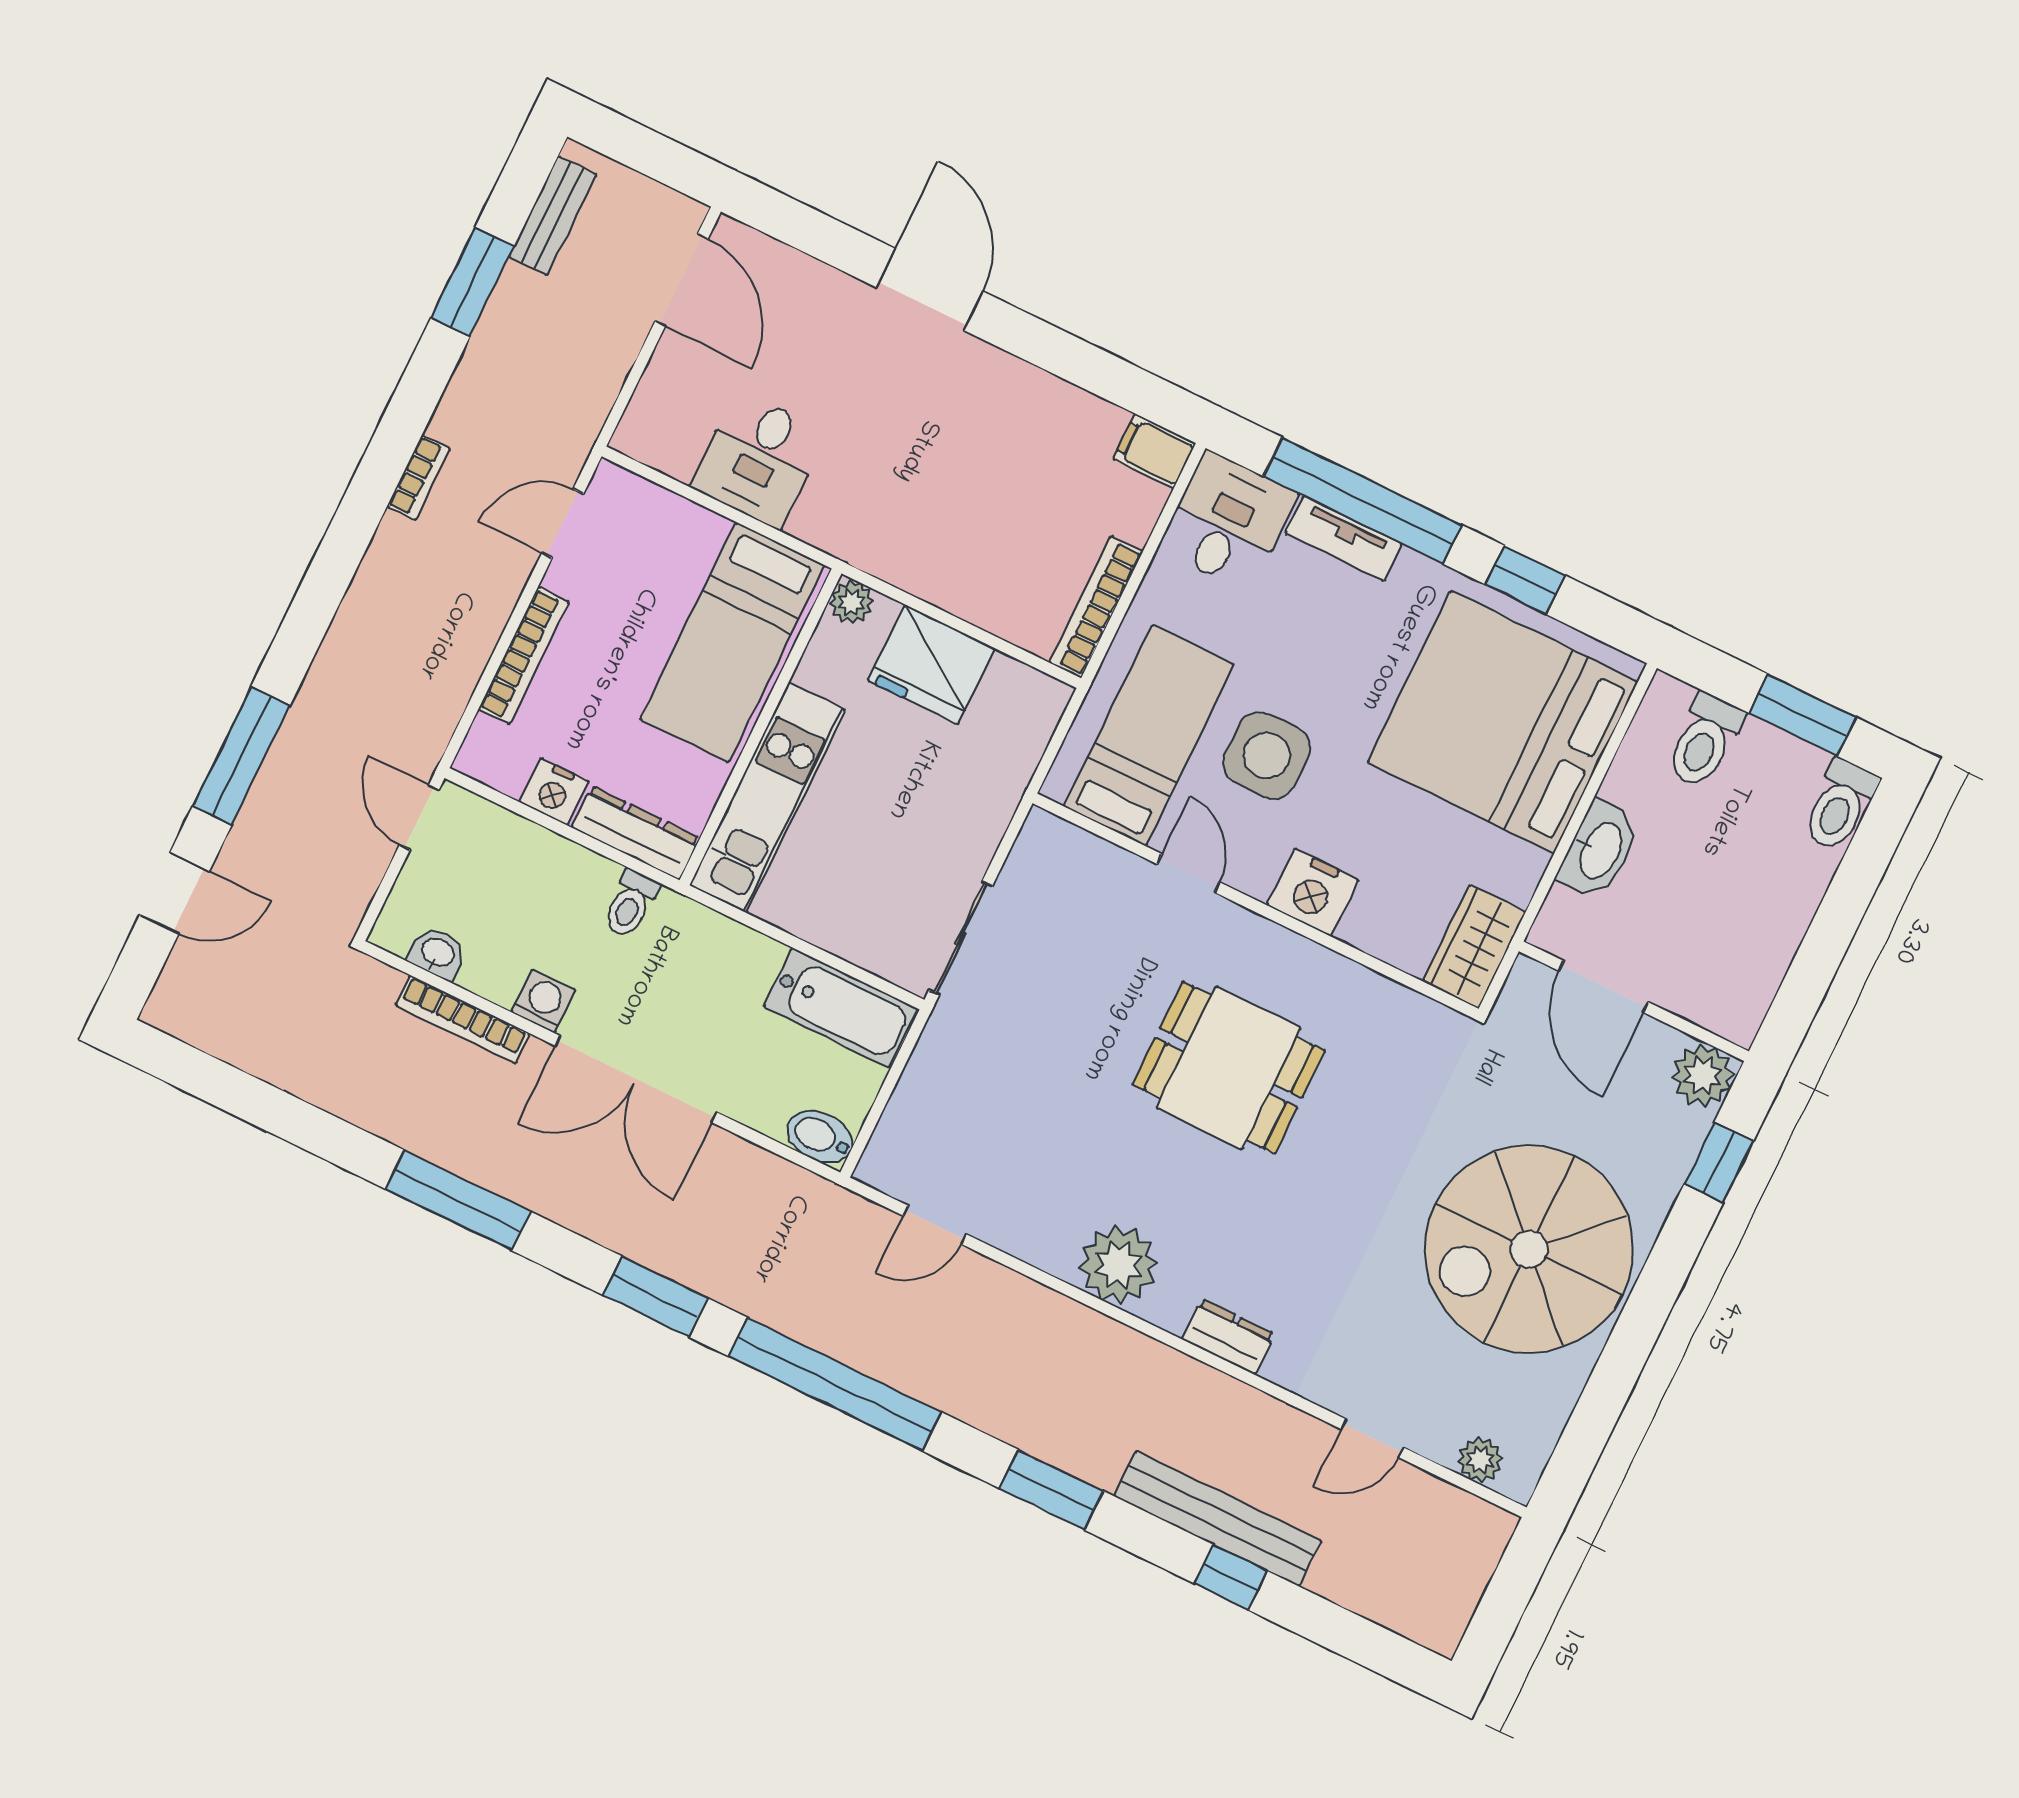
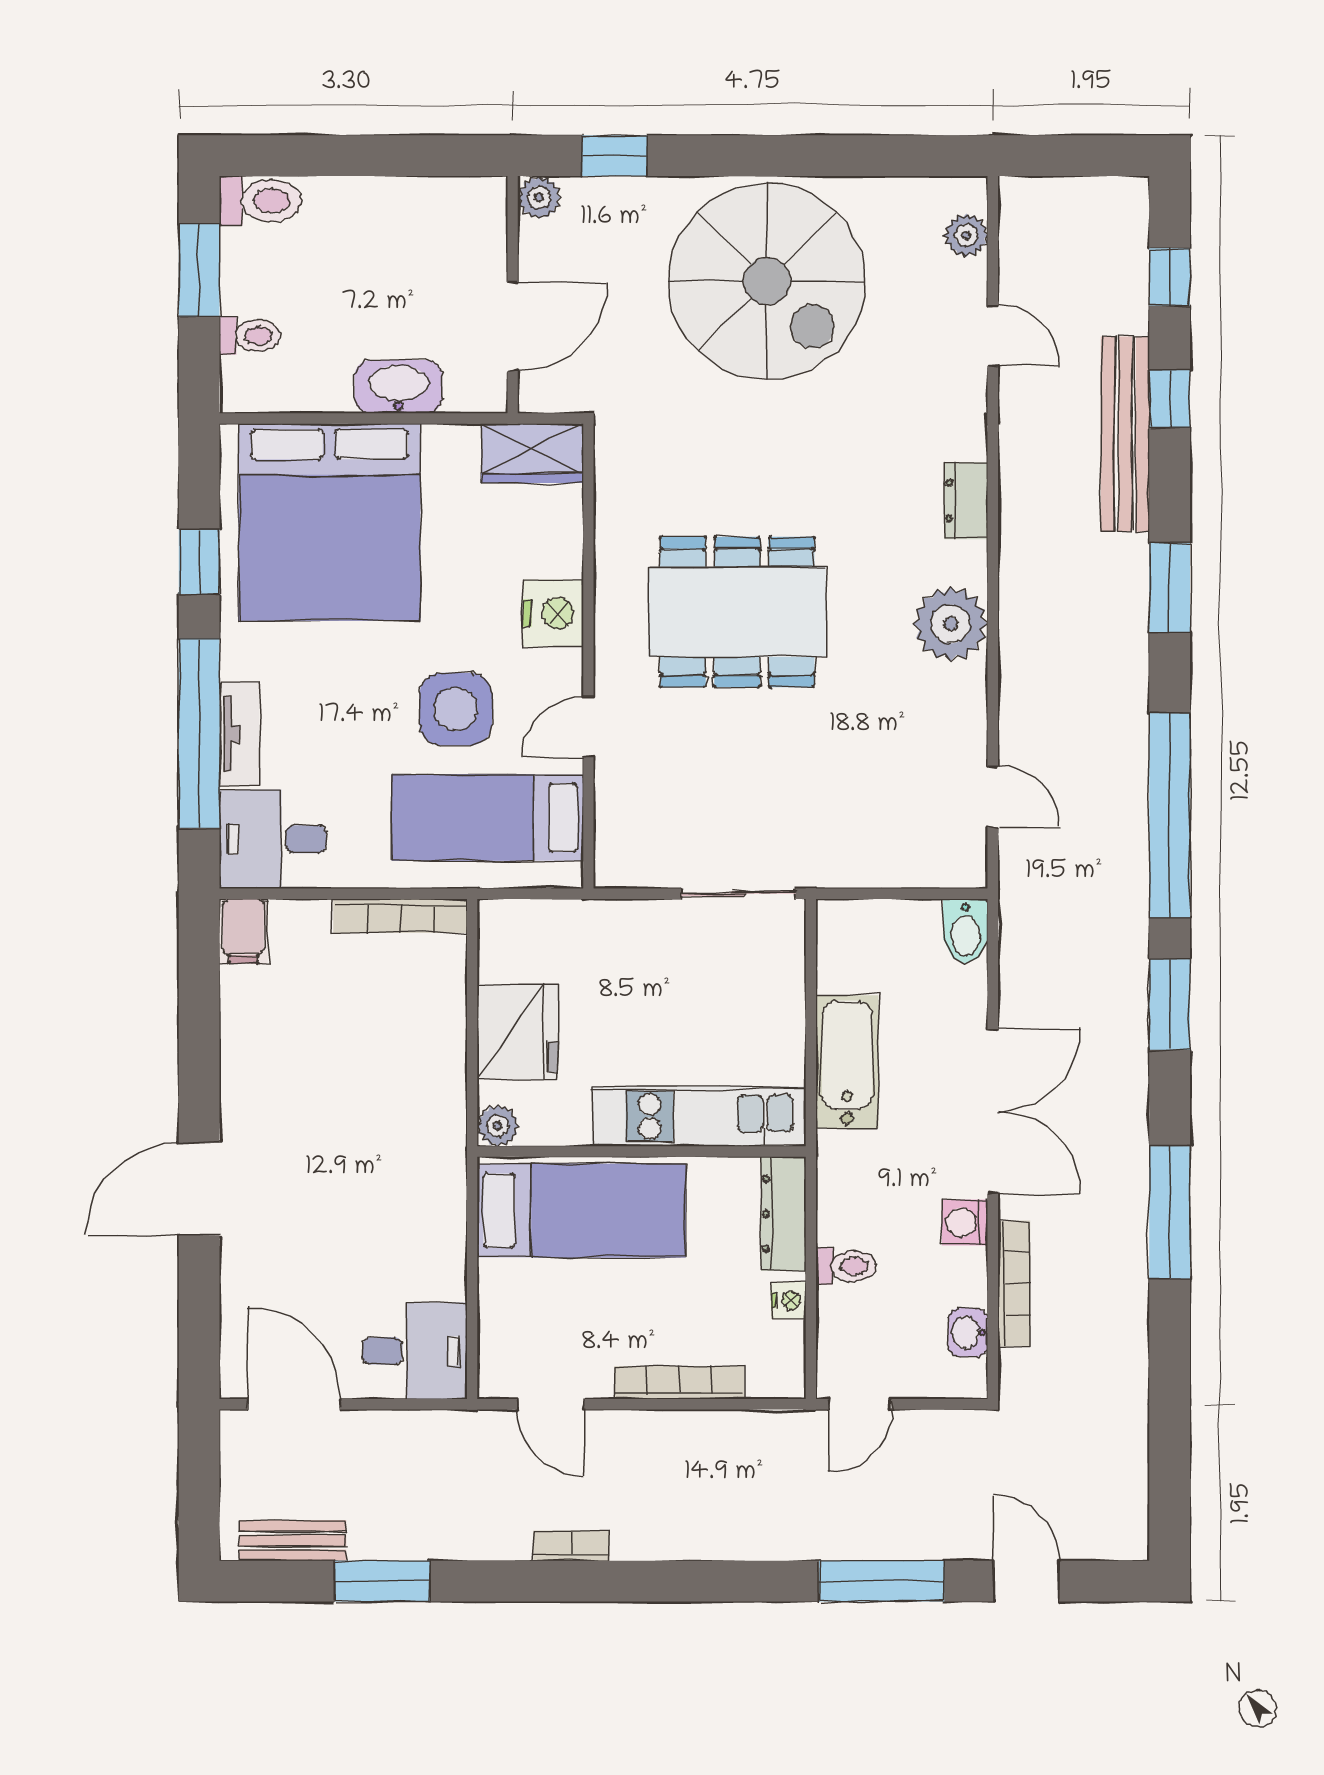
door: (681, 280) -> (294, 1404), hinge flipped
desk: (759, 460) -> (415, 1351), moved
toilet: (1704, 741) -> (250, 336), width x0.73, depth x0.72
nightstand: (554, 792) -> (788, 1300), width x0.72, depth x0.74
toilet: (631, 904) -> (846, 1266), moved
bathtub: (841, 1008) -> (847, 1062), moved
dining table: (1229, 1068) -> (737, 612), width x1.38
plant: (1703, 1076) -> (539, 197), width x0.73, depth x0.73
window: (1346, 1634) -> (1170, 277), added

